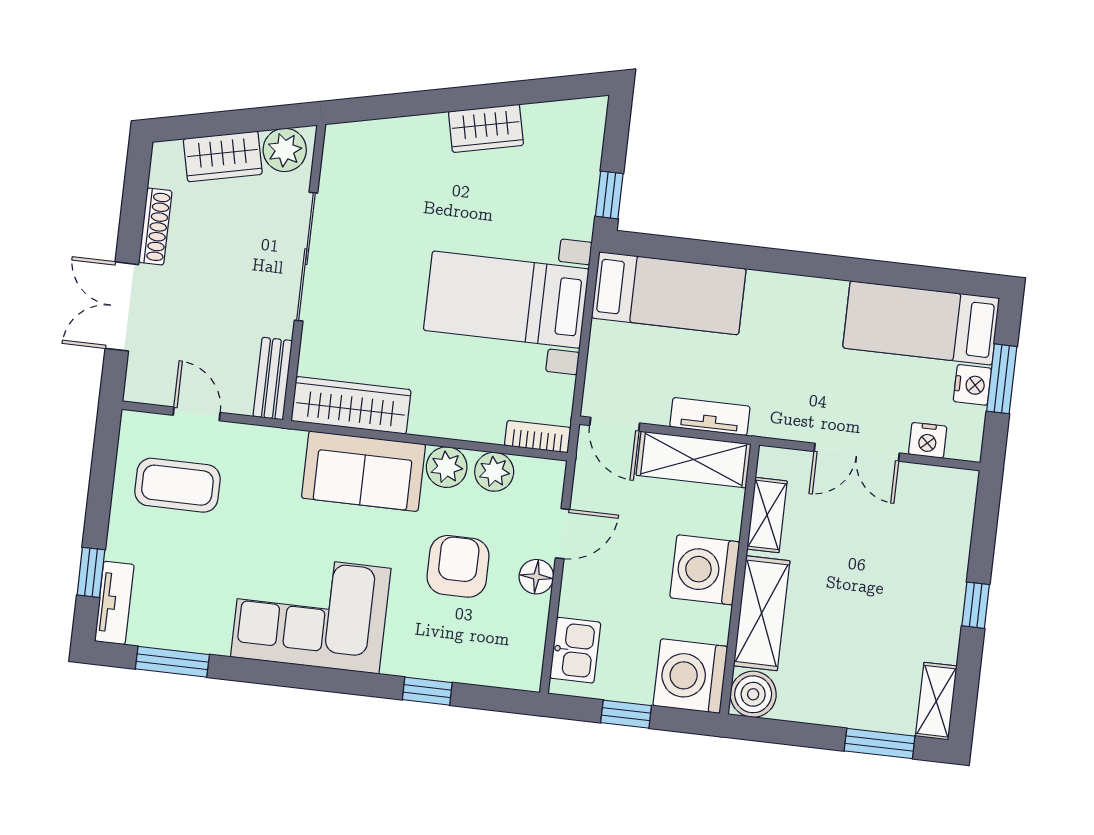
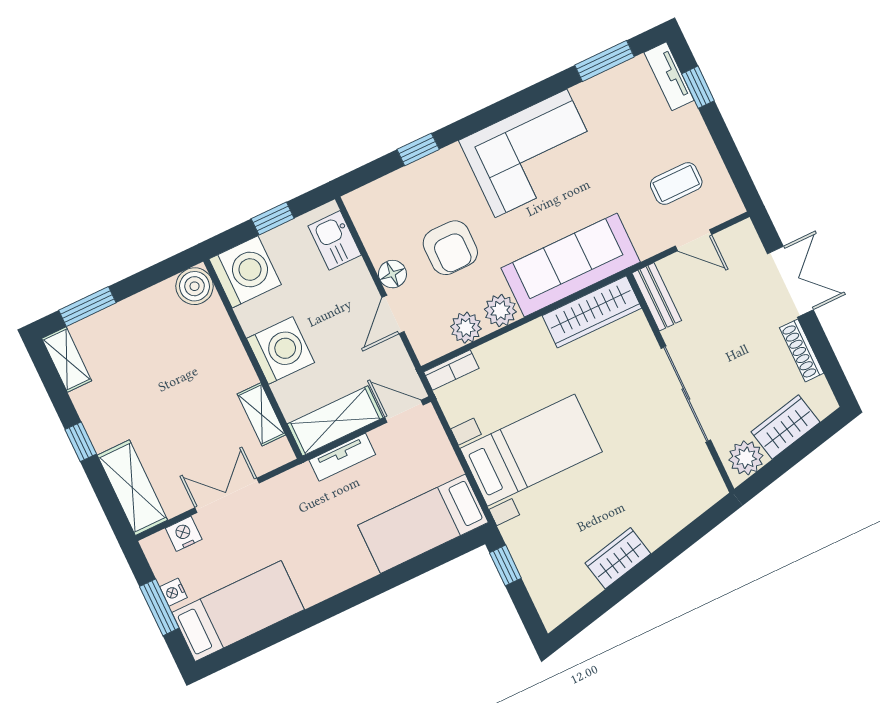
nightstand: (972, 385) -> (174, 592), width x0.72, depth x0.74
sofa: (363, 471) -> (571, 265), width x1.36
coffee table: (177, 485) -> (676, 183), width x0.73, depth x0.77
shelving: (762, 613) -> (132, 488), moved

